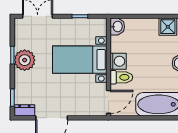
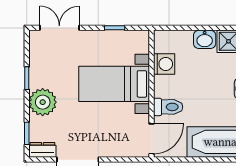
washbasin: (117, 27) -> (205, 39), moved, turned 90
plant: (25, 60) -> (43, 102), moved
washing machine: (118, 61) -> (164, 64), moved

